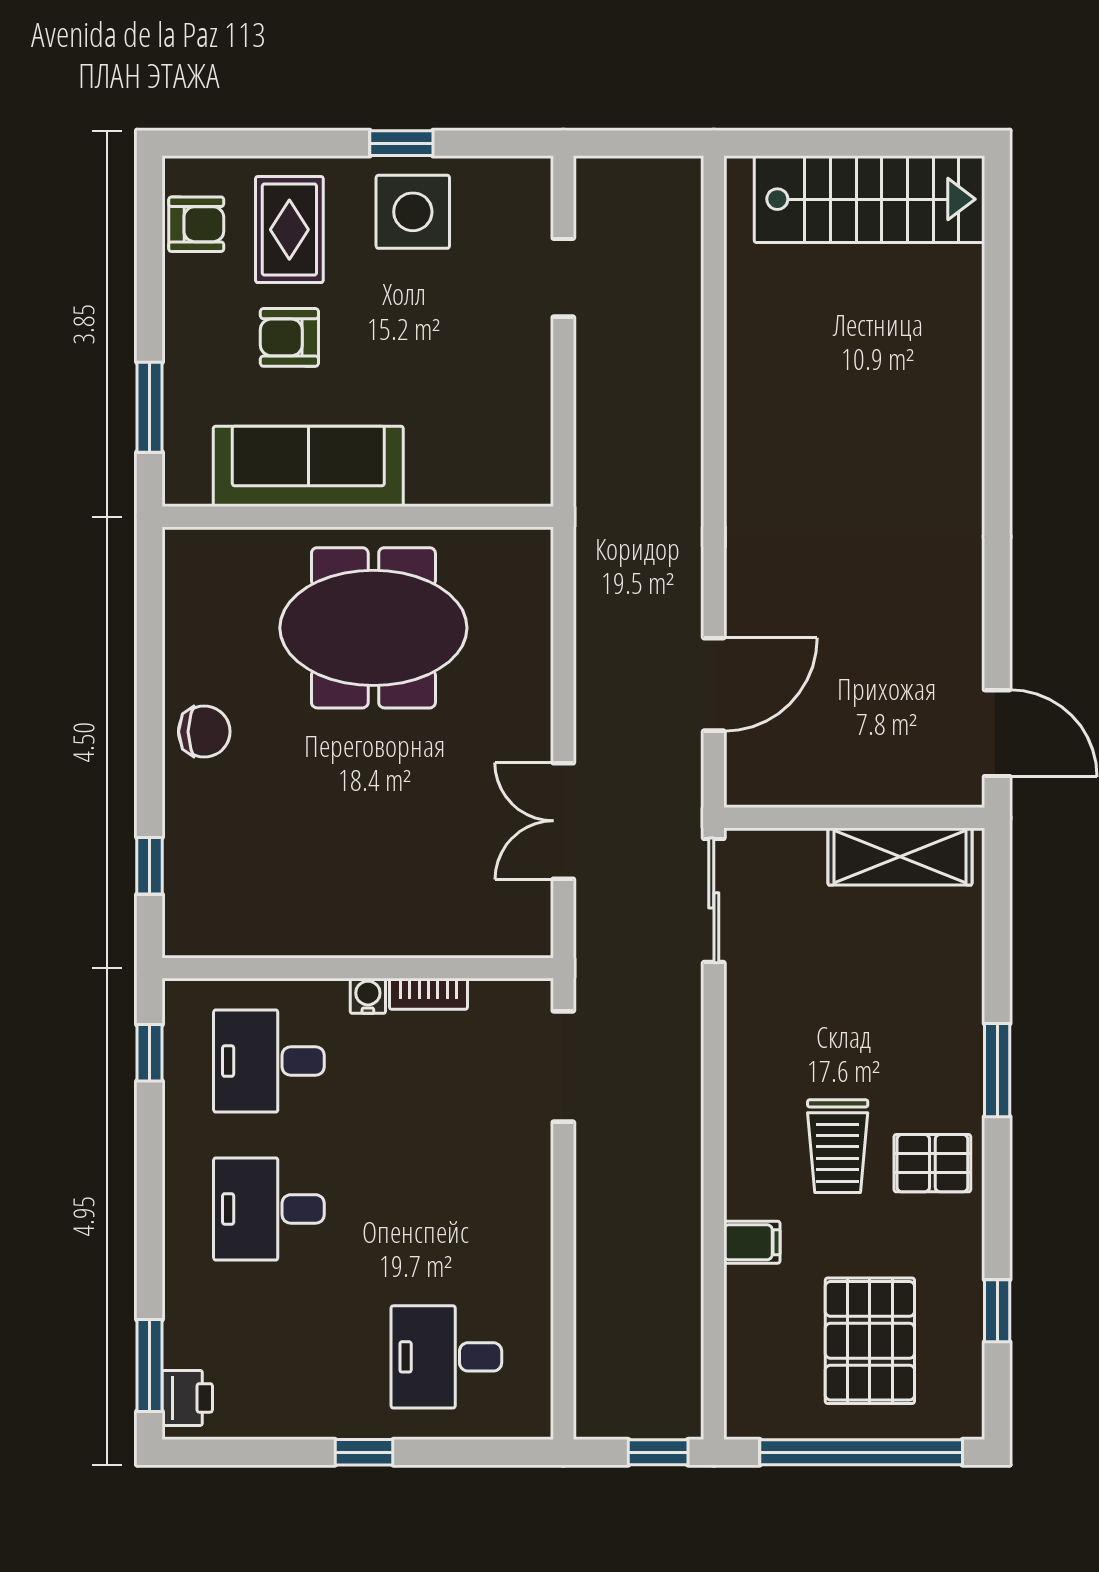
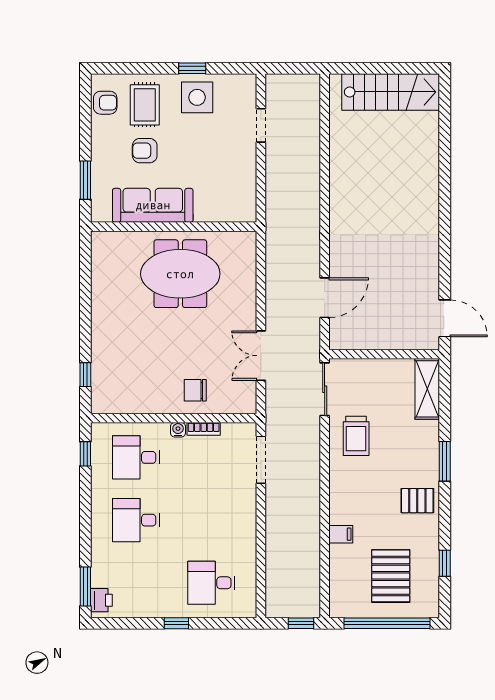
chair: (204, 732) -> (195, 390), moved, turned 180
shelving: (900, 856) -> (427, 389), moved, turned 90
trolley: (838, 1146) -> (356, 436), moved

